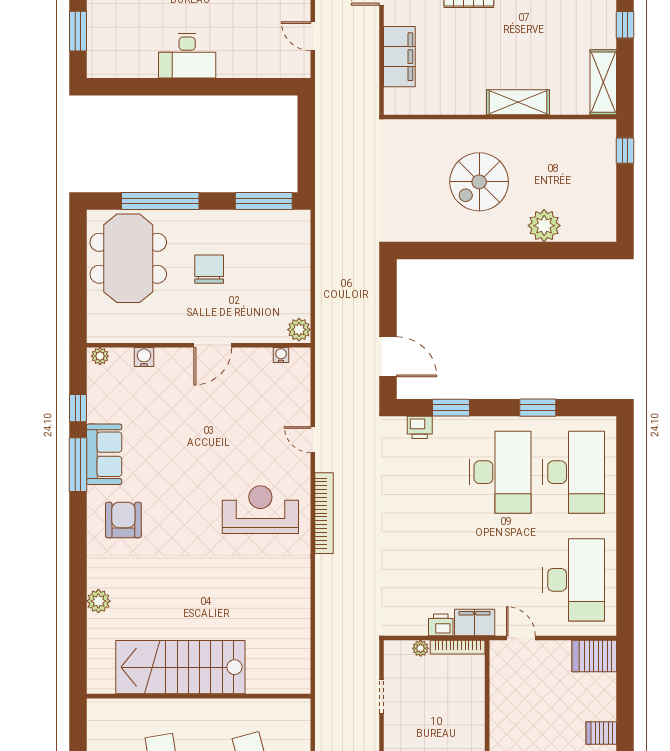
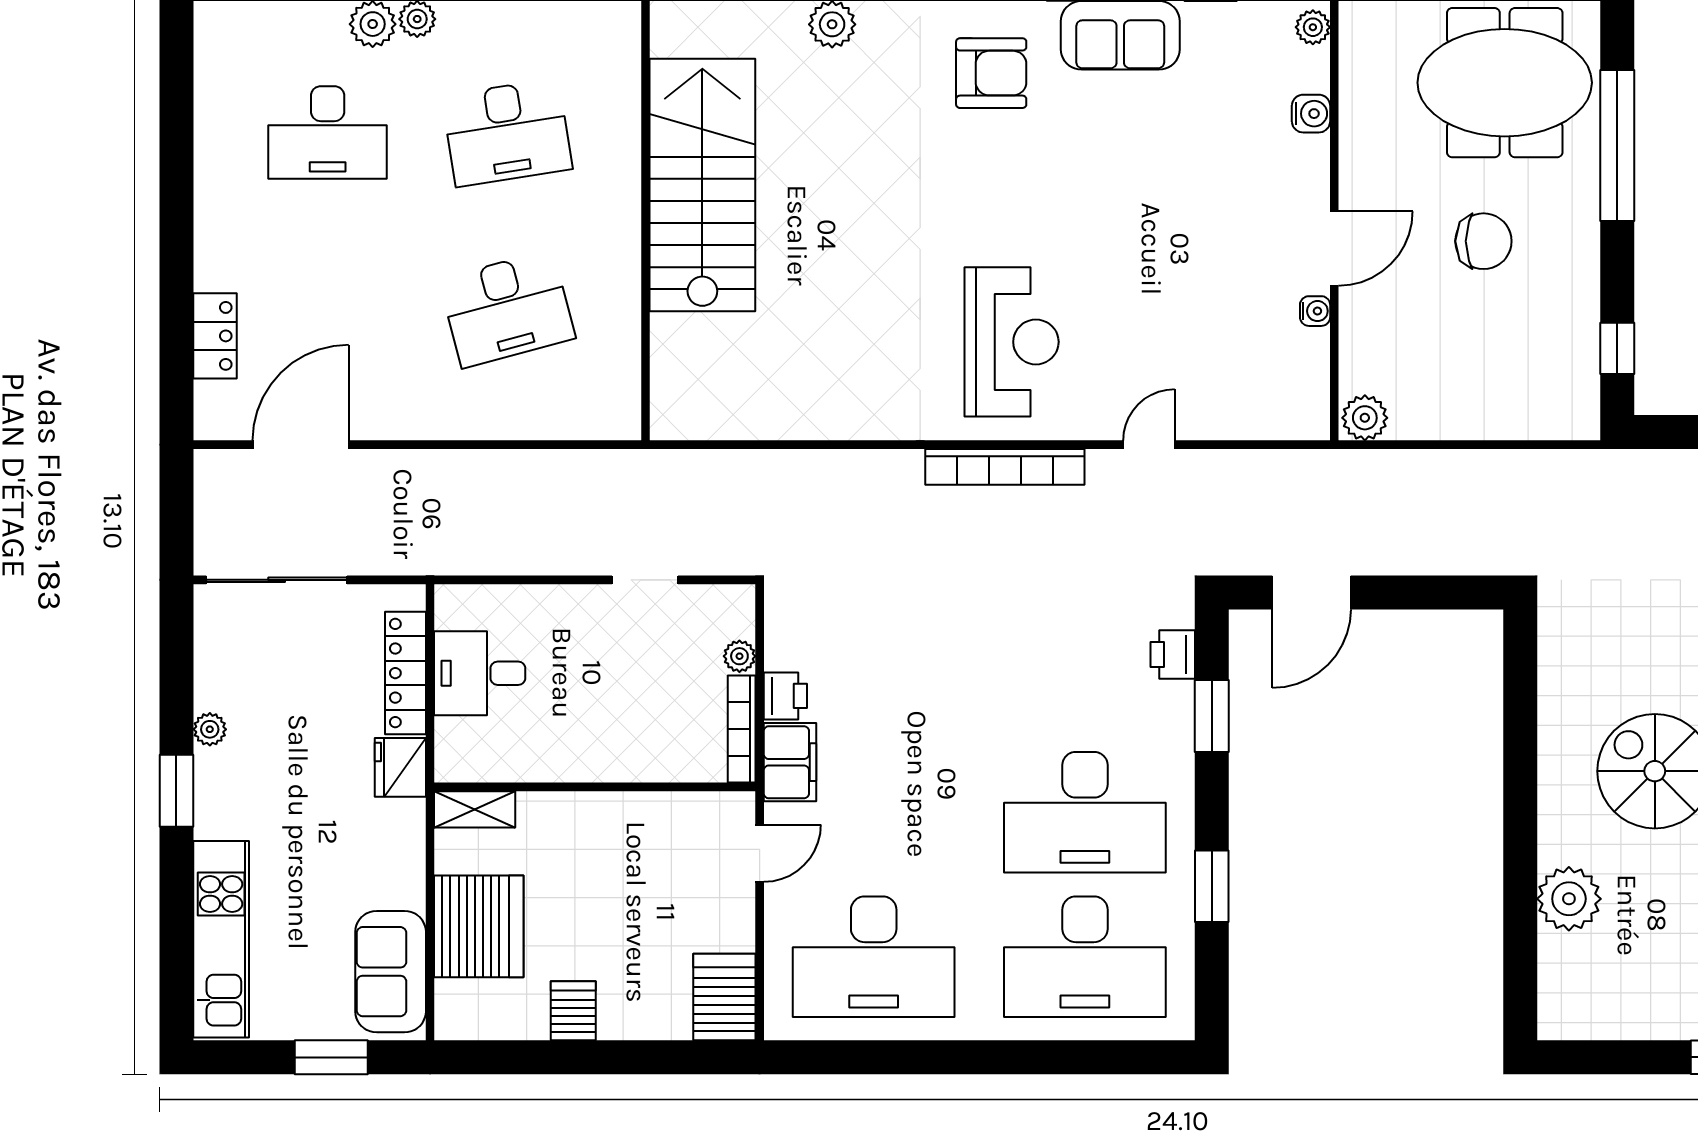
window: (264, 201) -> (1617, 348), width x0.46
door: (213, 345) -> (1334, 249), swing flipped
water cooler: (281, 355) -> (1315, 311), moved

